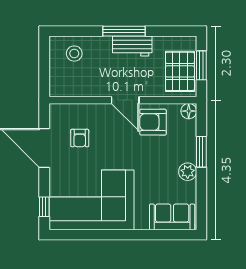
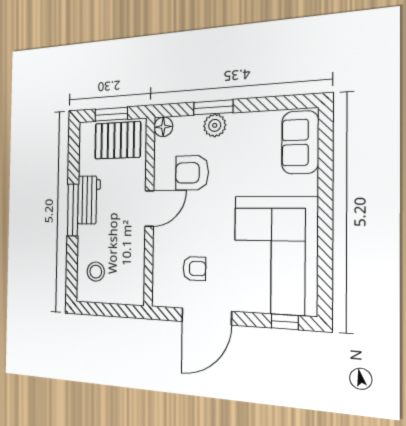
armchair: (153, 122) -> (192, 173), moved, turned 90
plant: (188, 172) -> (215, 125), moved

